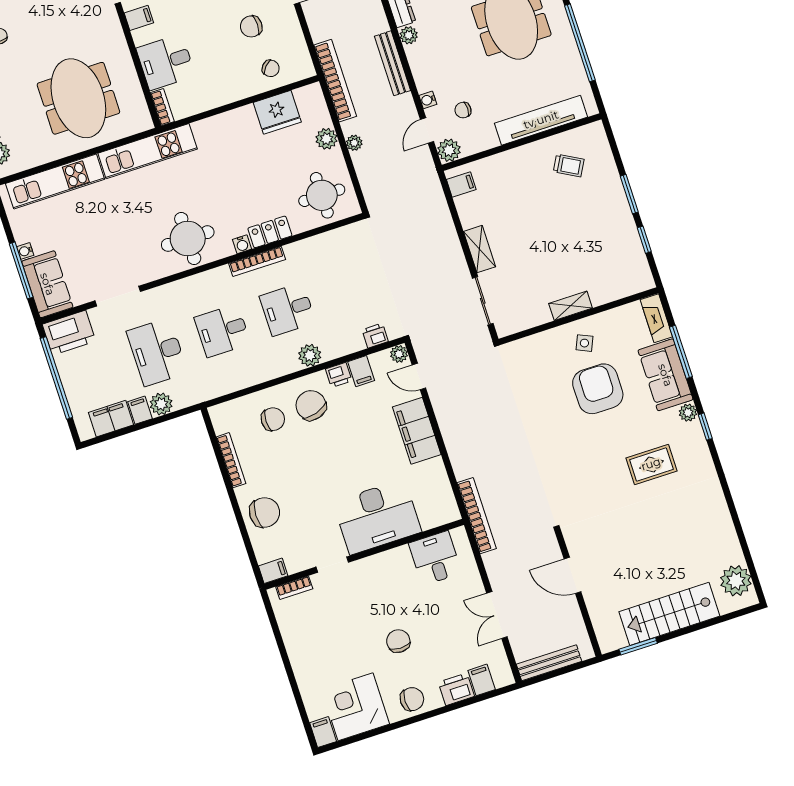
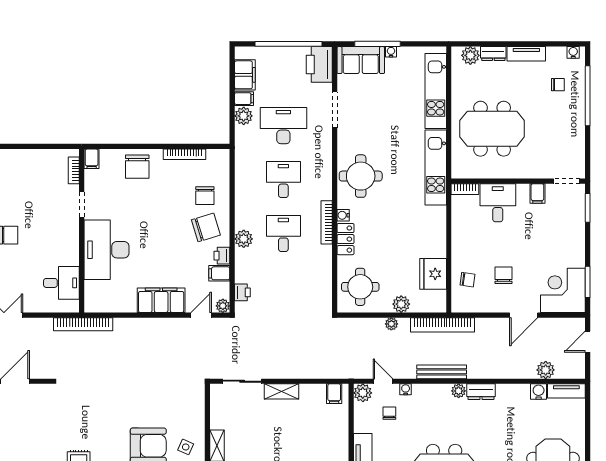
chair: (271, 68) -> (467, 280), turned -124

